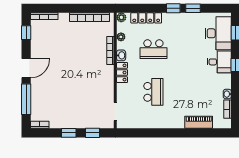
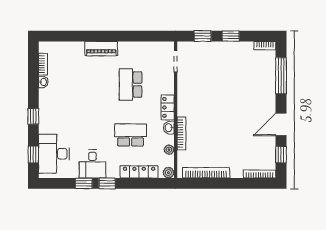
desk: (219, 62) -> (92, 164), moved, turned -90
door: (26, 68) -> (281, 124), moved
piano: (199, 122) -> (101, 49), moved

